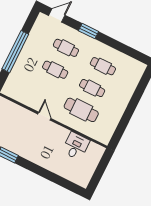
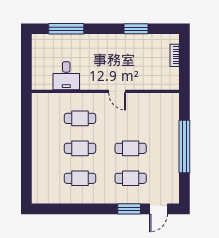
window: (88, 31) -> (129, 209), moved
cafe table: (81, 110) -> (80, 118), width x0.73, depth x0.74
window: (59, 180) -> (66, 29), added

